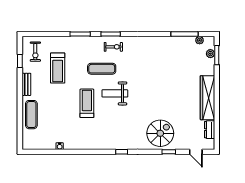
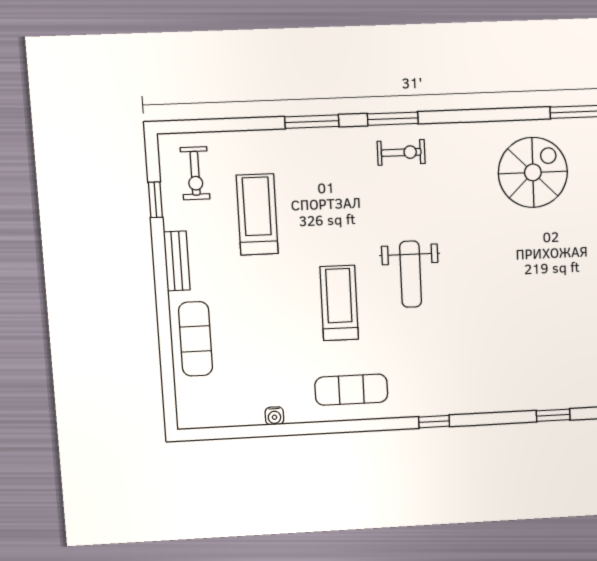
treadmill: (58, 68) -> (257, 214), turned 180
exercise mat: (102, 69) -> (351, 390), moved
weight bench: (115, 93) -> (411, 274), turned -90
spiral stairs: (160, 133) -> (533, 172), moved

